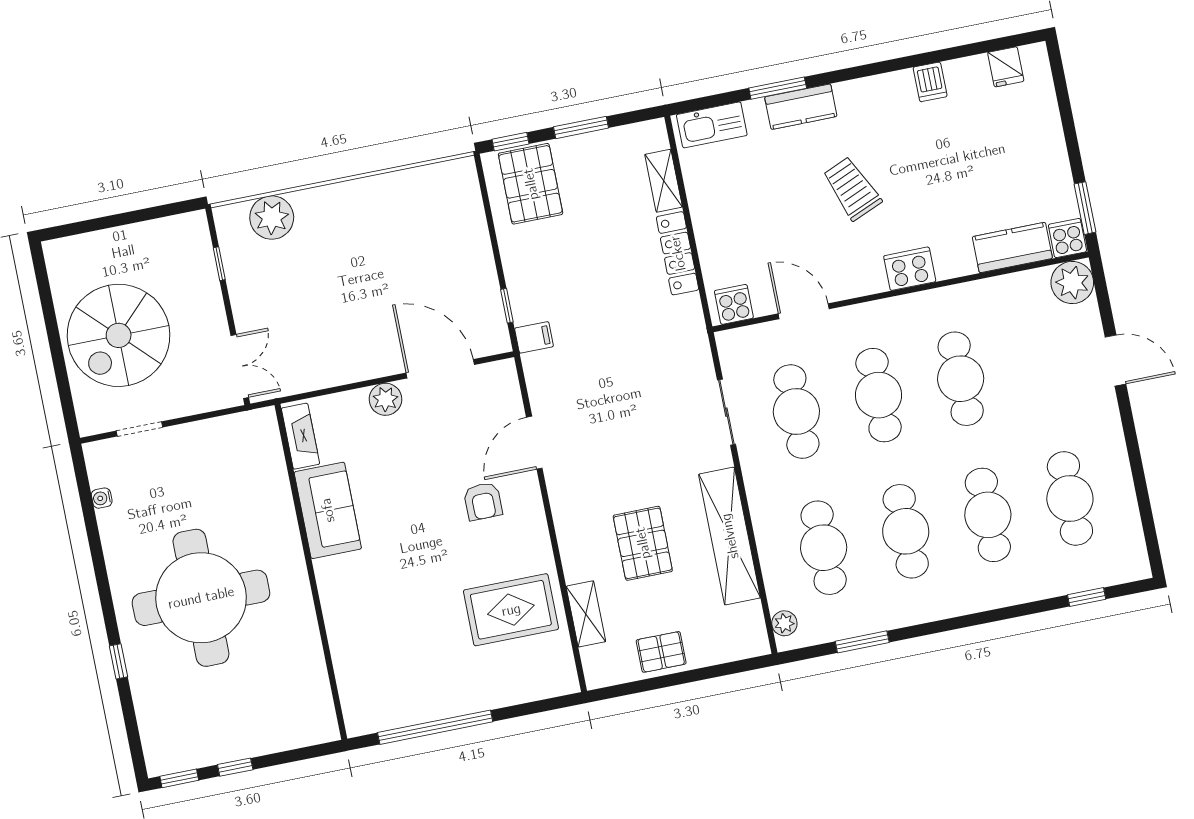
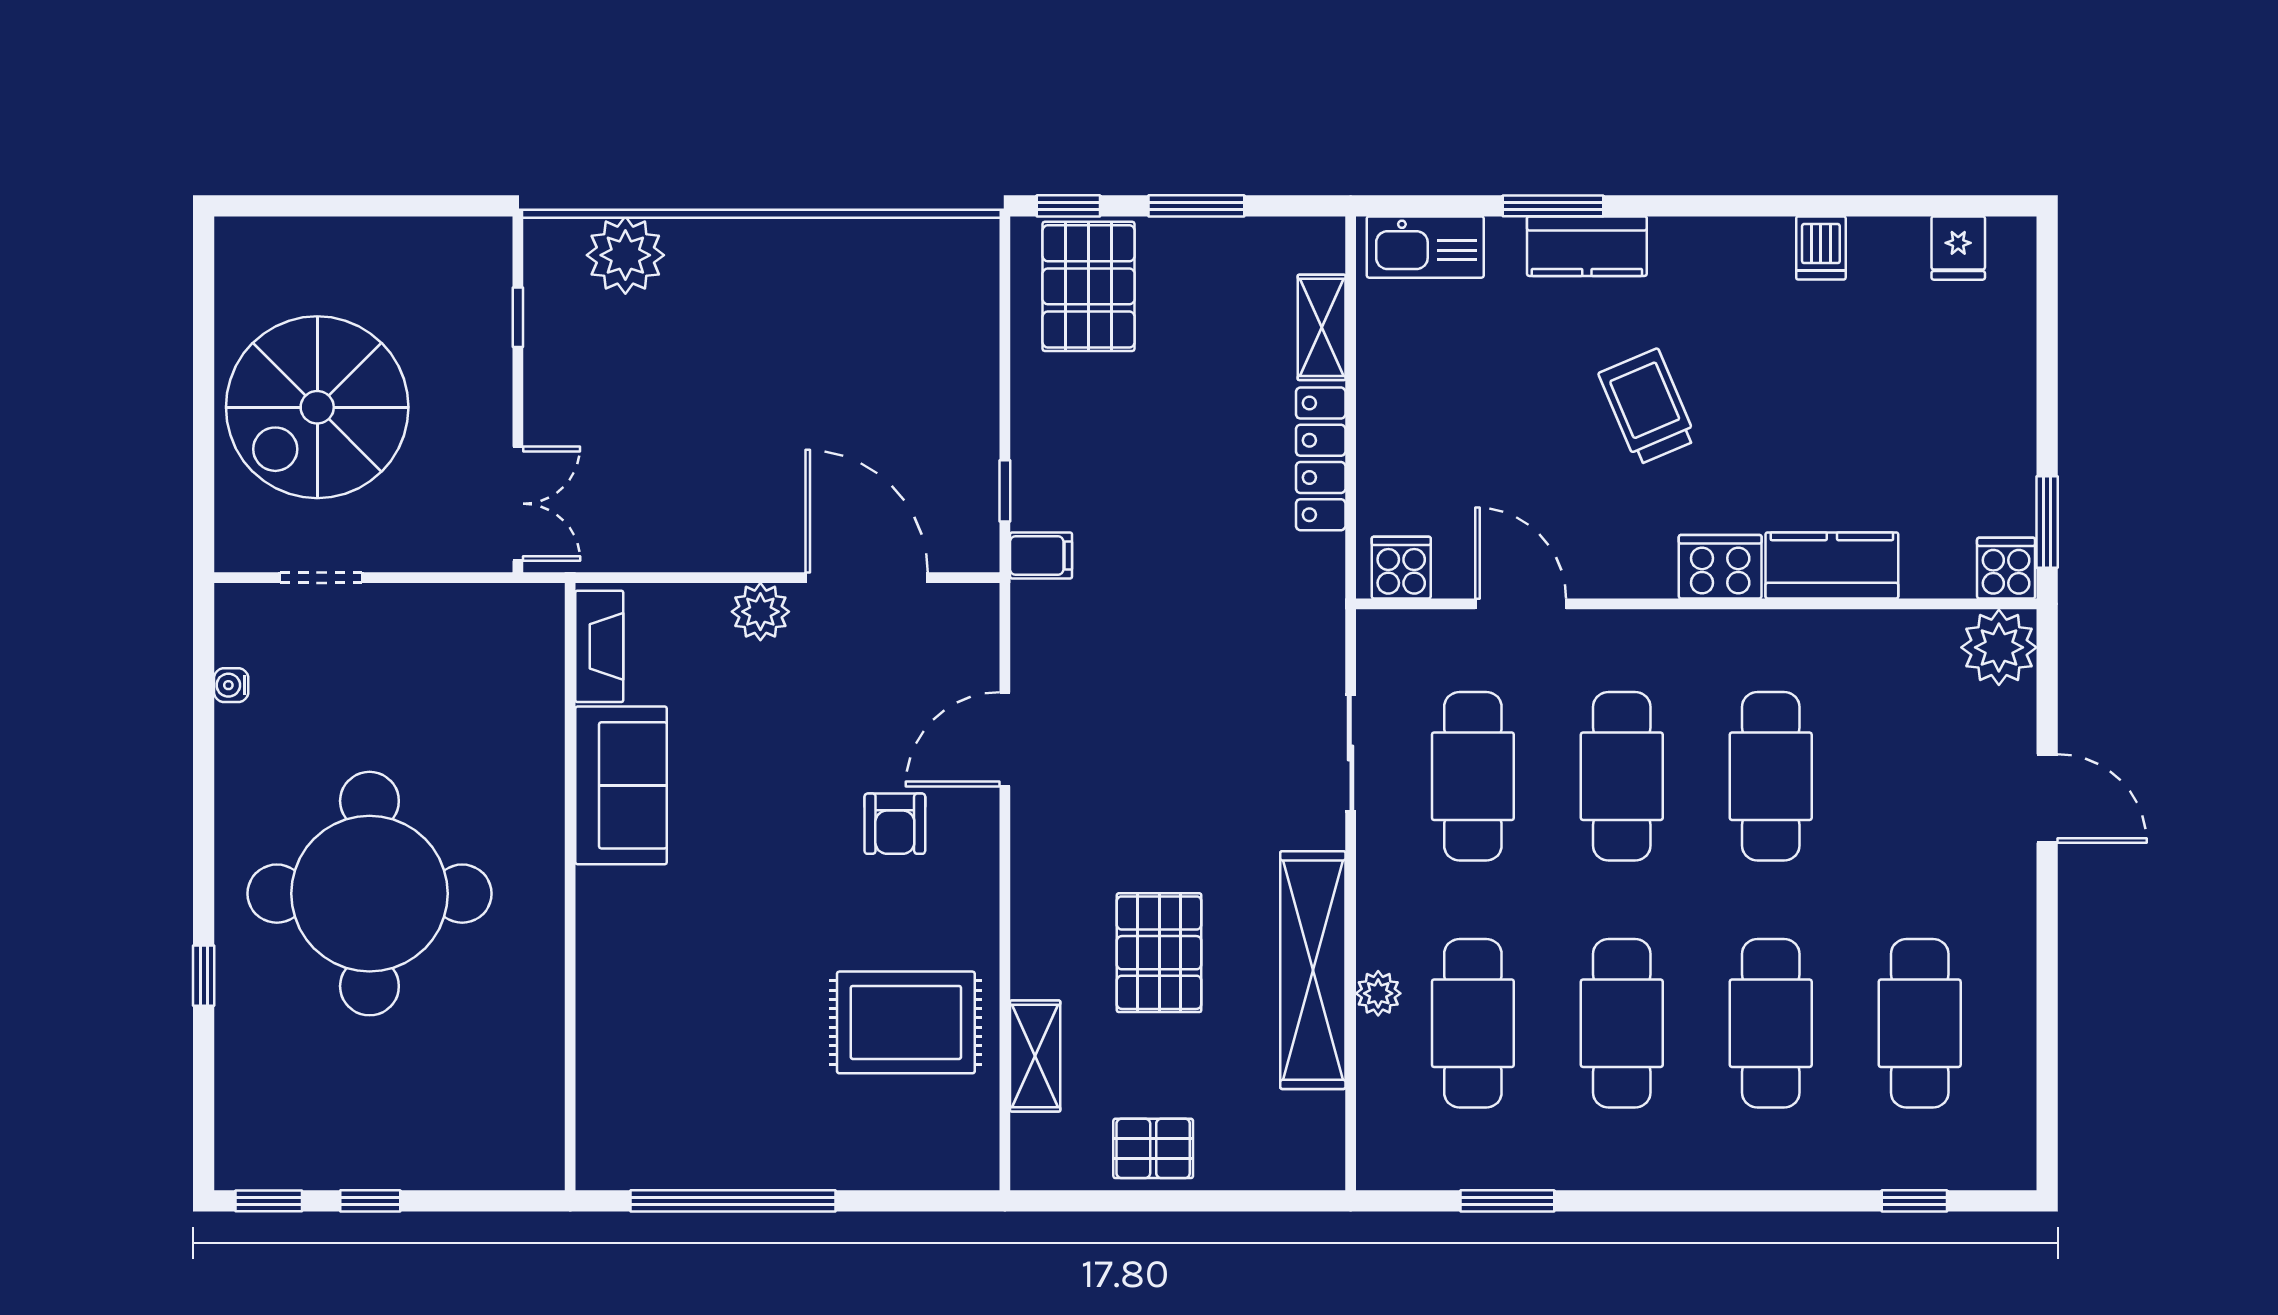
kitchen counter: (1012, 247) -> (1832, 565), moved
plant: (784, 623) -> (1378, 993), moved

